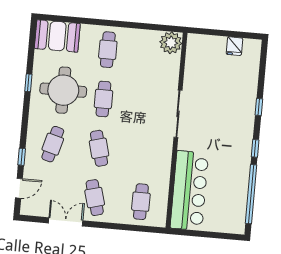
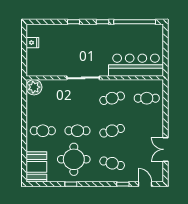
cafe table: (95, 198) -> (112, 98), moved

